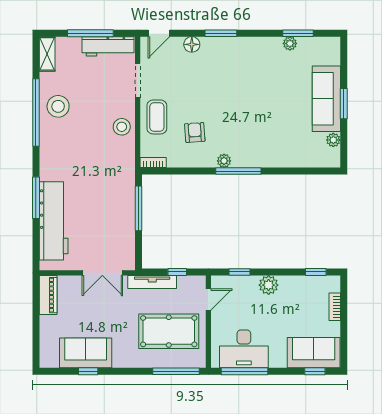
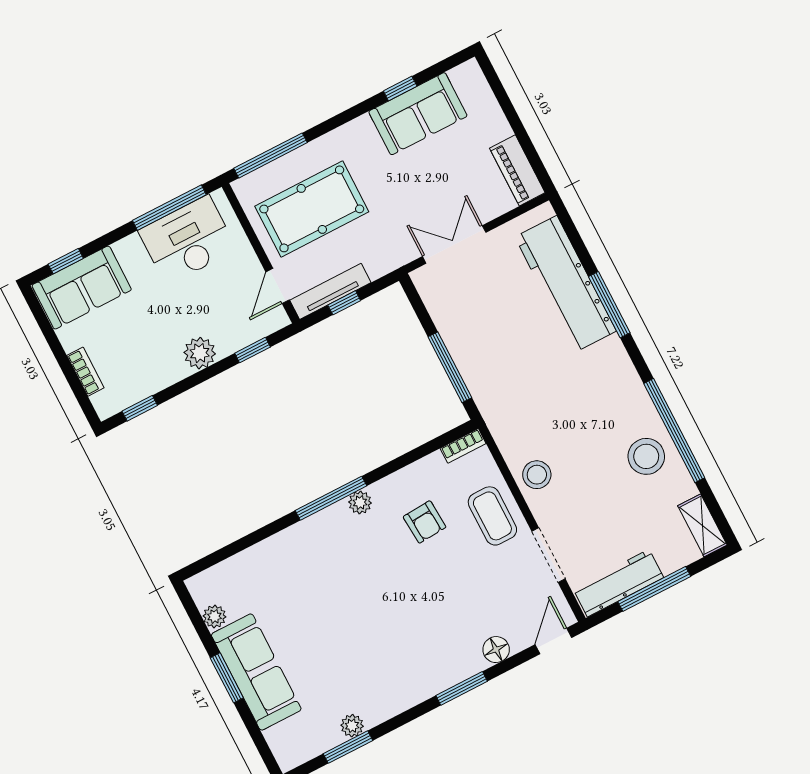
tv unit: (152, 282) -> (330, 291), moved

